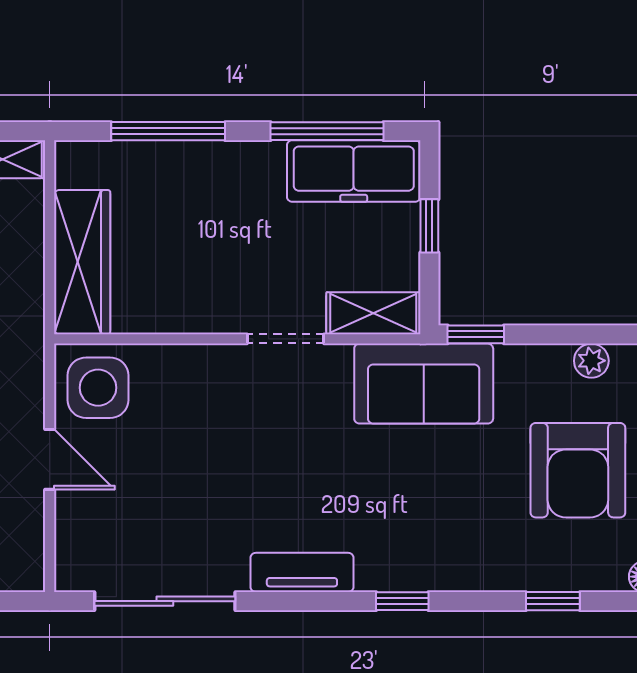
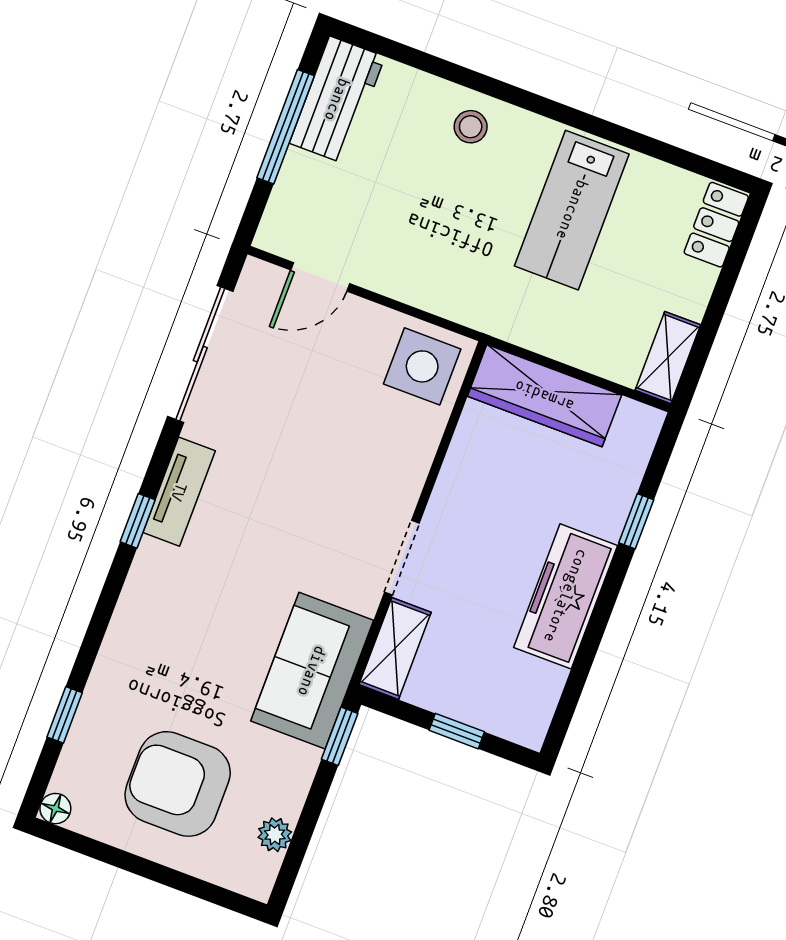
window: (168, 131) -> (636, 521), width x0.46
window: (327, 131) -> (581, 669), removed
freezer: (354, 171) -> (566, 596), moved
door: (50, 459) -> (320, 277), moved
window: (402, 601) -> (138, 521), moved

